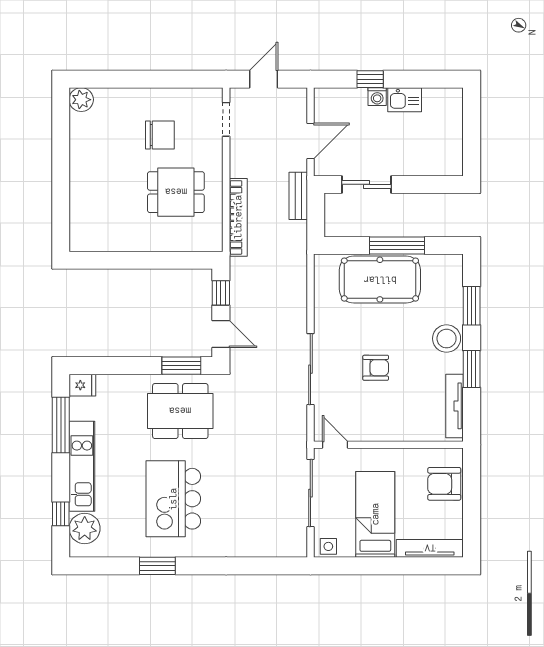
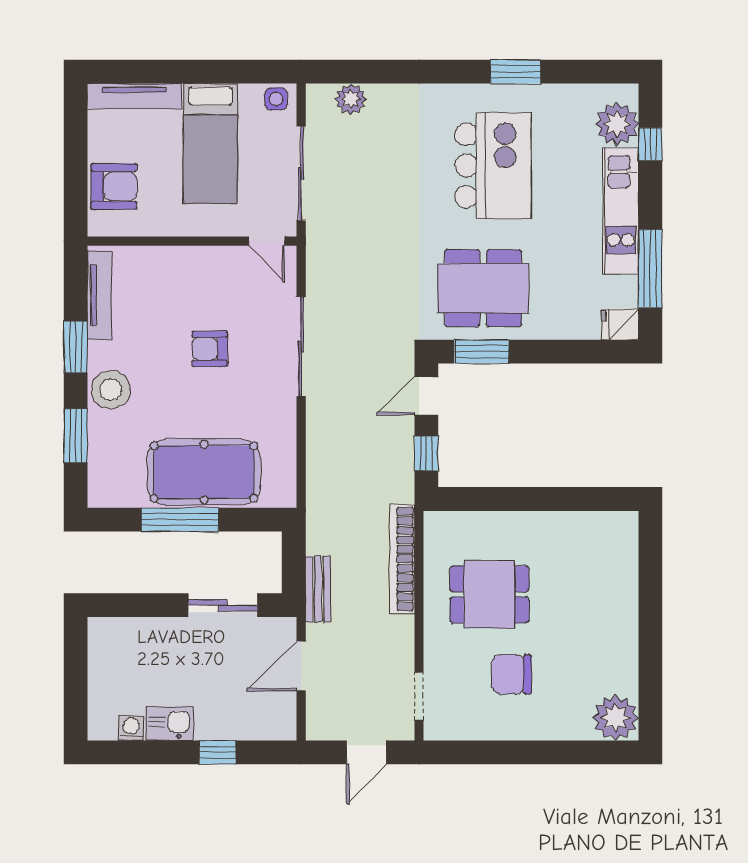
washing machine: (377, 97) -> (131, 728), moved
plant: (81, 100) -> (616, 718), width x1.36, depth x1.36
door: (221, 334) -> (426, 396), hinge flipped
plant: (275, 546) -> (351, 99), added

